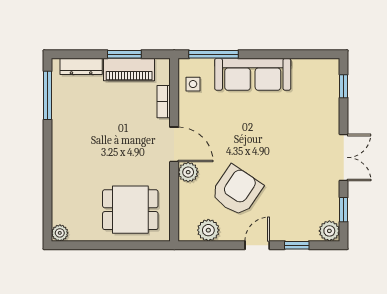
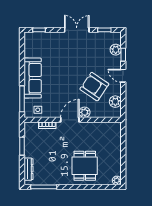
piano: (129, 70) -> (30, 144), removed
dining table: (130, 210) -> (85, 166), moved
plant: (329, 231) -> (116, 50), moved

